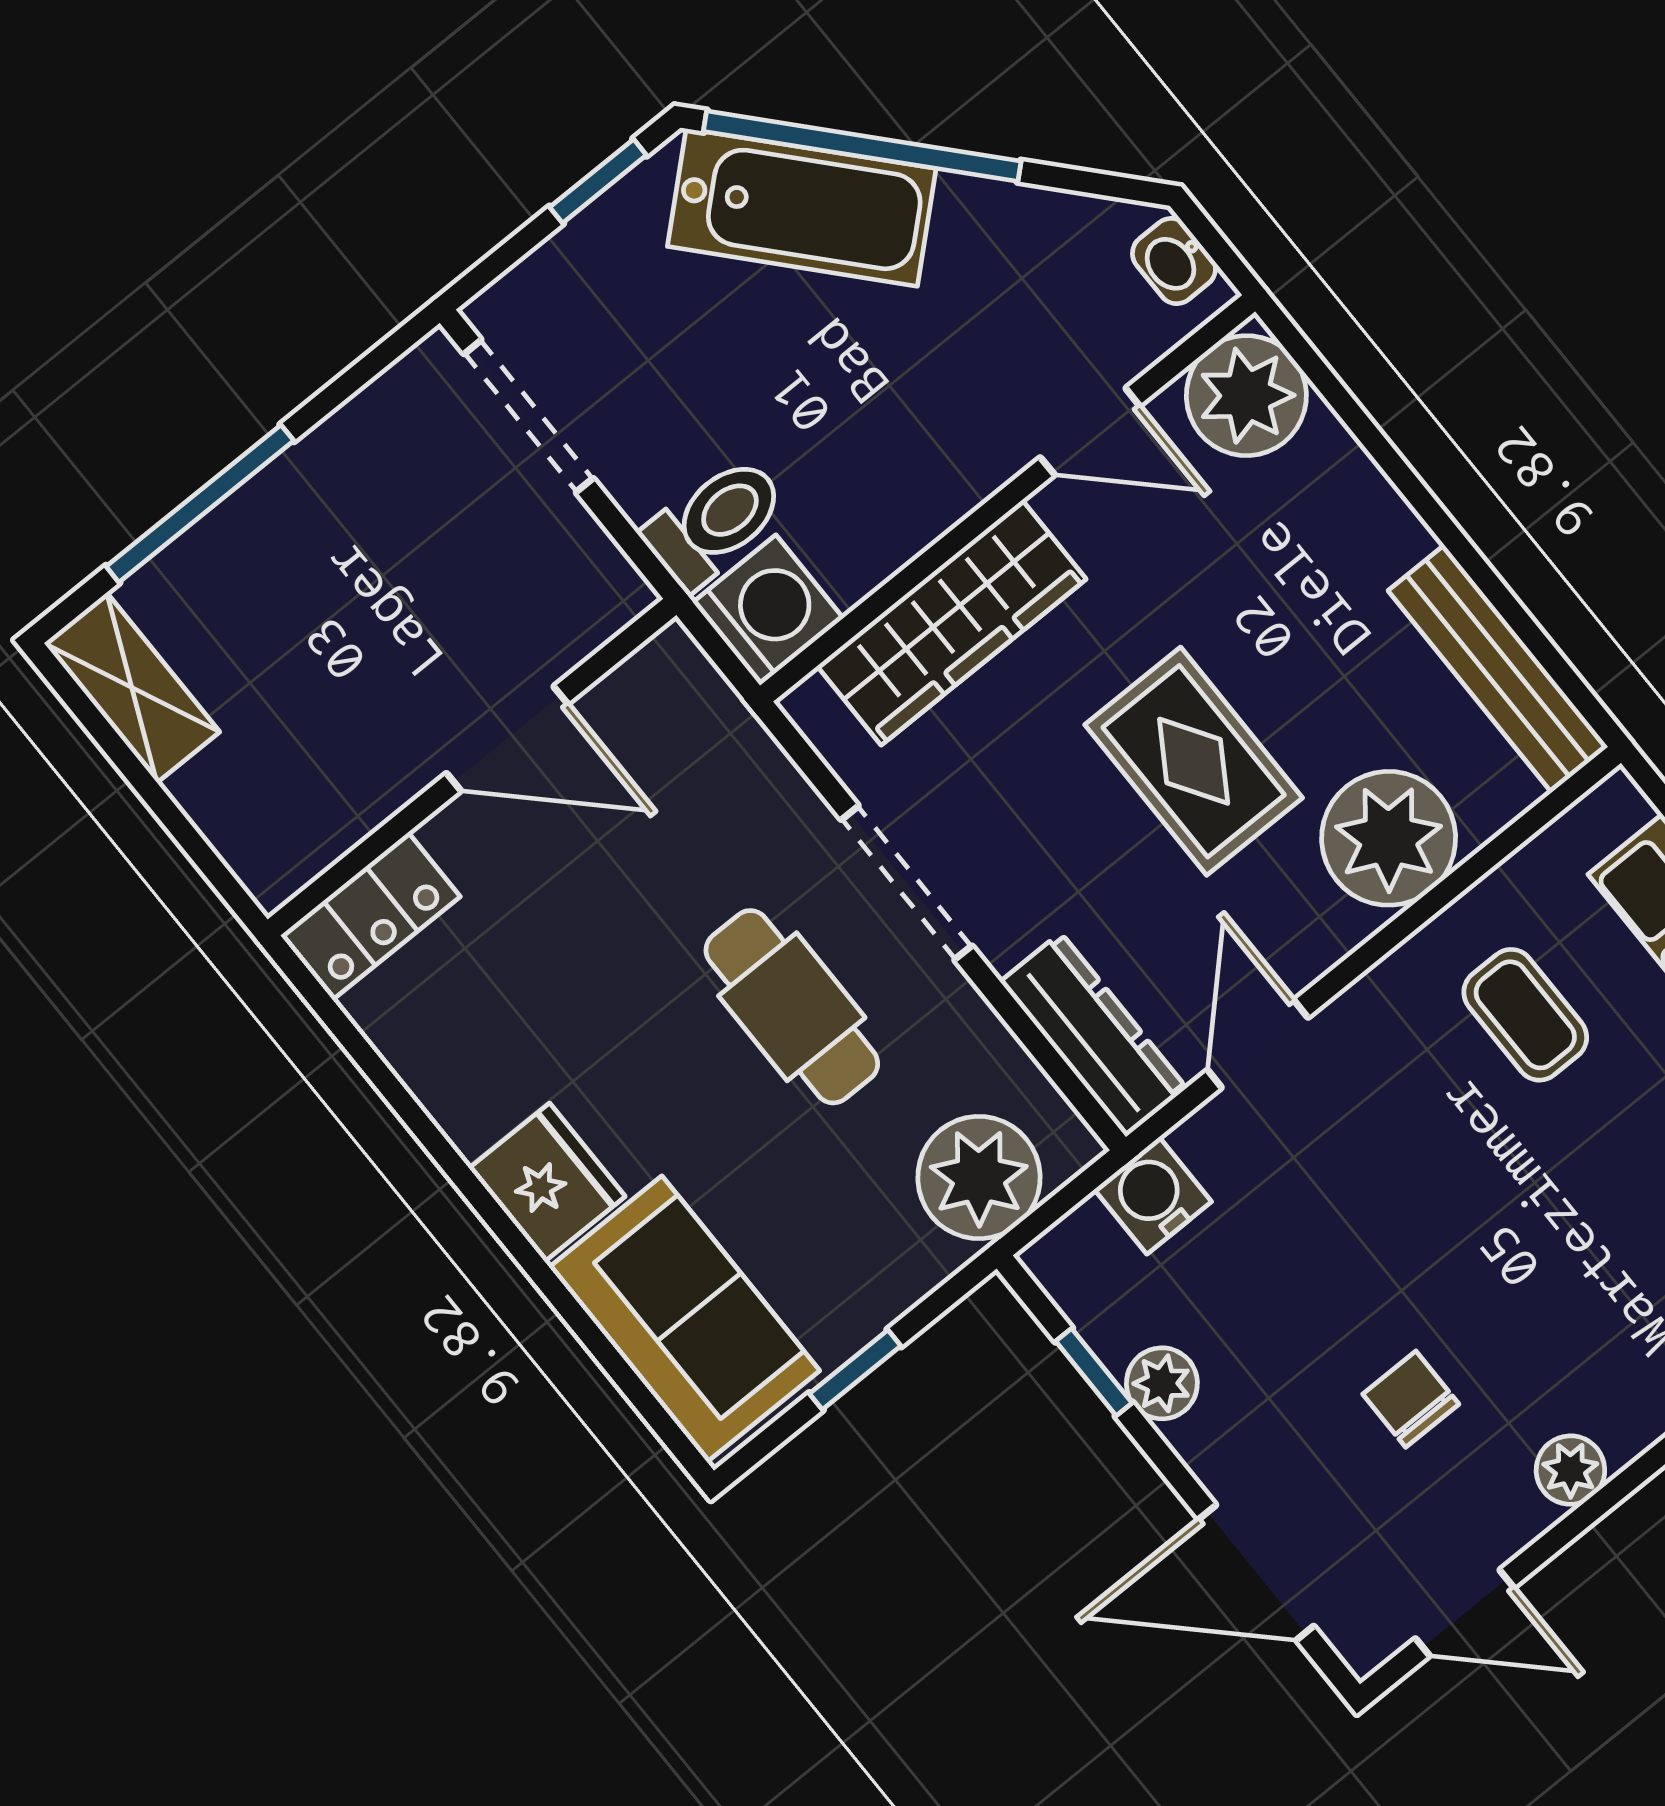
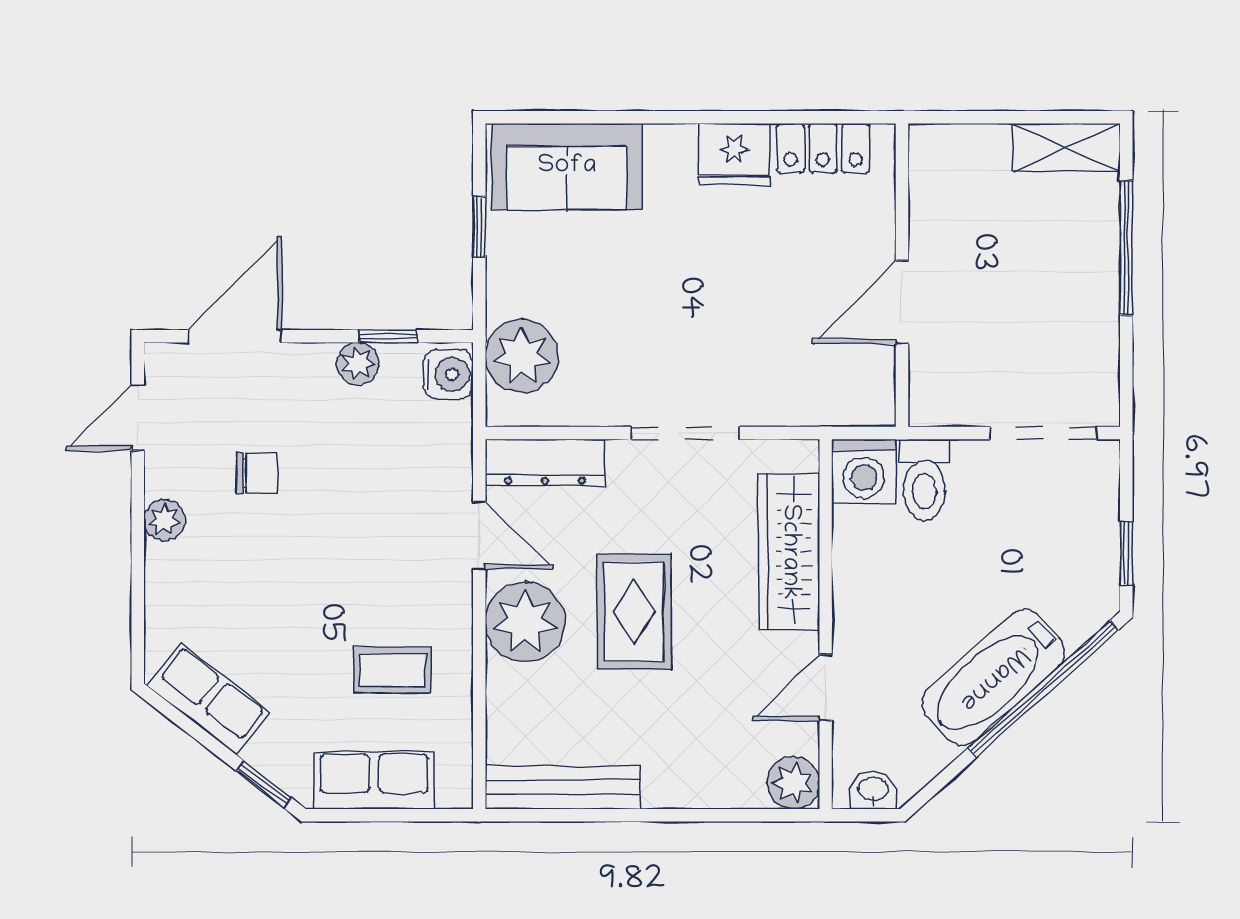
bathtub: (802, 207) -> (993, 678), moved
plant: (1246, 396) -> (793, 783), width x0.73, depth x0.73
rug: (1194, 761) -> (634, 612), turned 90
plant: (1389, 838) -> (525, 622), moved
locker: (370, 916) -> (823, 148), moved, turned -90
cafe table: (792, 1007) -> (671, 333), removed
fridge: (547, 1182) -> (734, 154), moved
water cooler: (1153, 1196) -> (448, 374), moved

